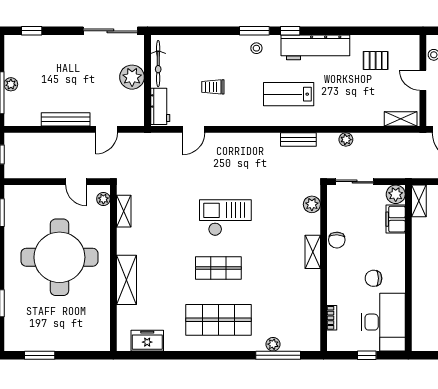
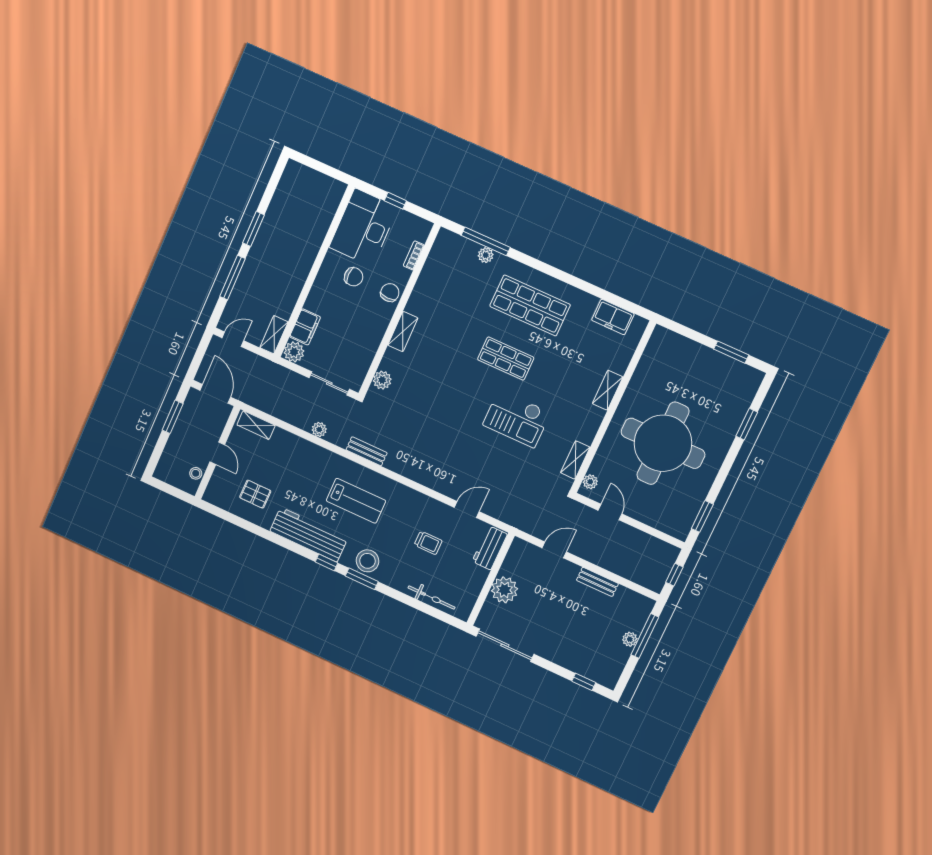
stool: (256, 48) -> (367, 561), width x1.89, depth x1.89
bicycle: (158, 64) -> (431, 598), moved, turned 90
bench: (66, 119) -> (597, 582), width x0.73
checkout: (225, 218) -> (517, 419), moved
chair: (337, 240) -> (390, 293), moved
shelving: (126, 280) -> (608, 390), width x0.67, depth x0.75

